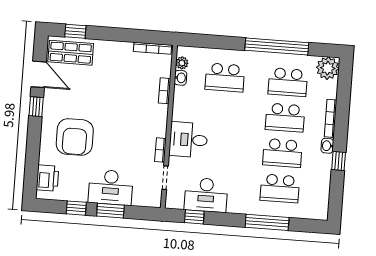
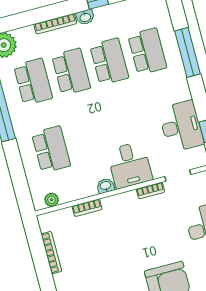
bookcase: (153, 48) -> (51, 253), moved
washbasin: (180, 78) -> (106, 186), moved

